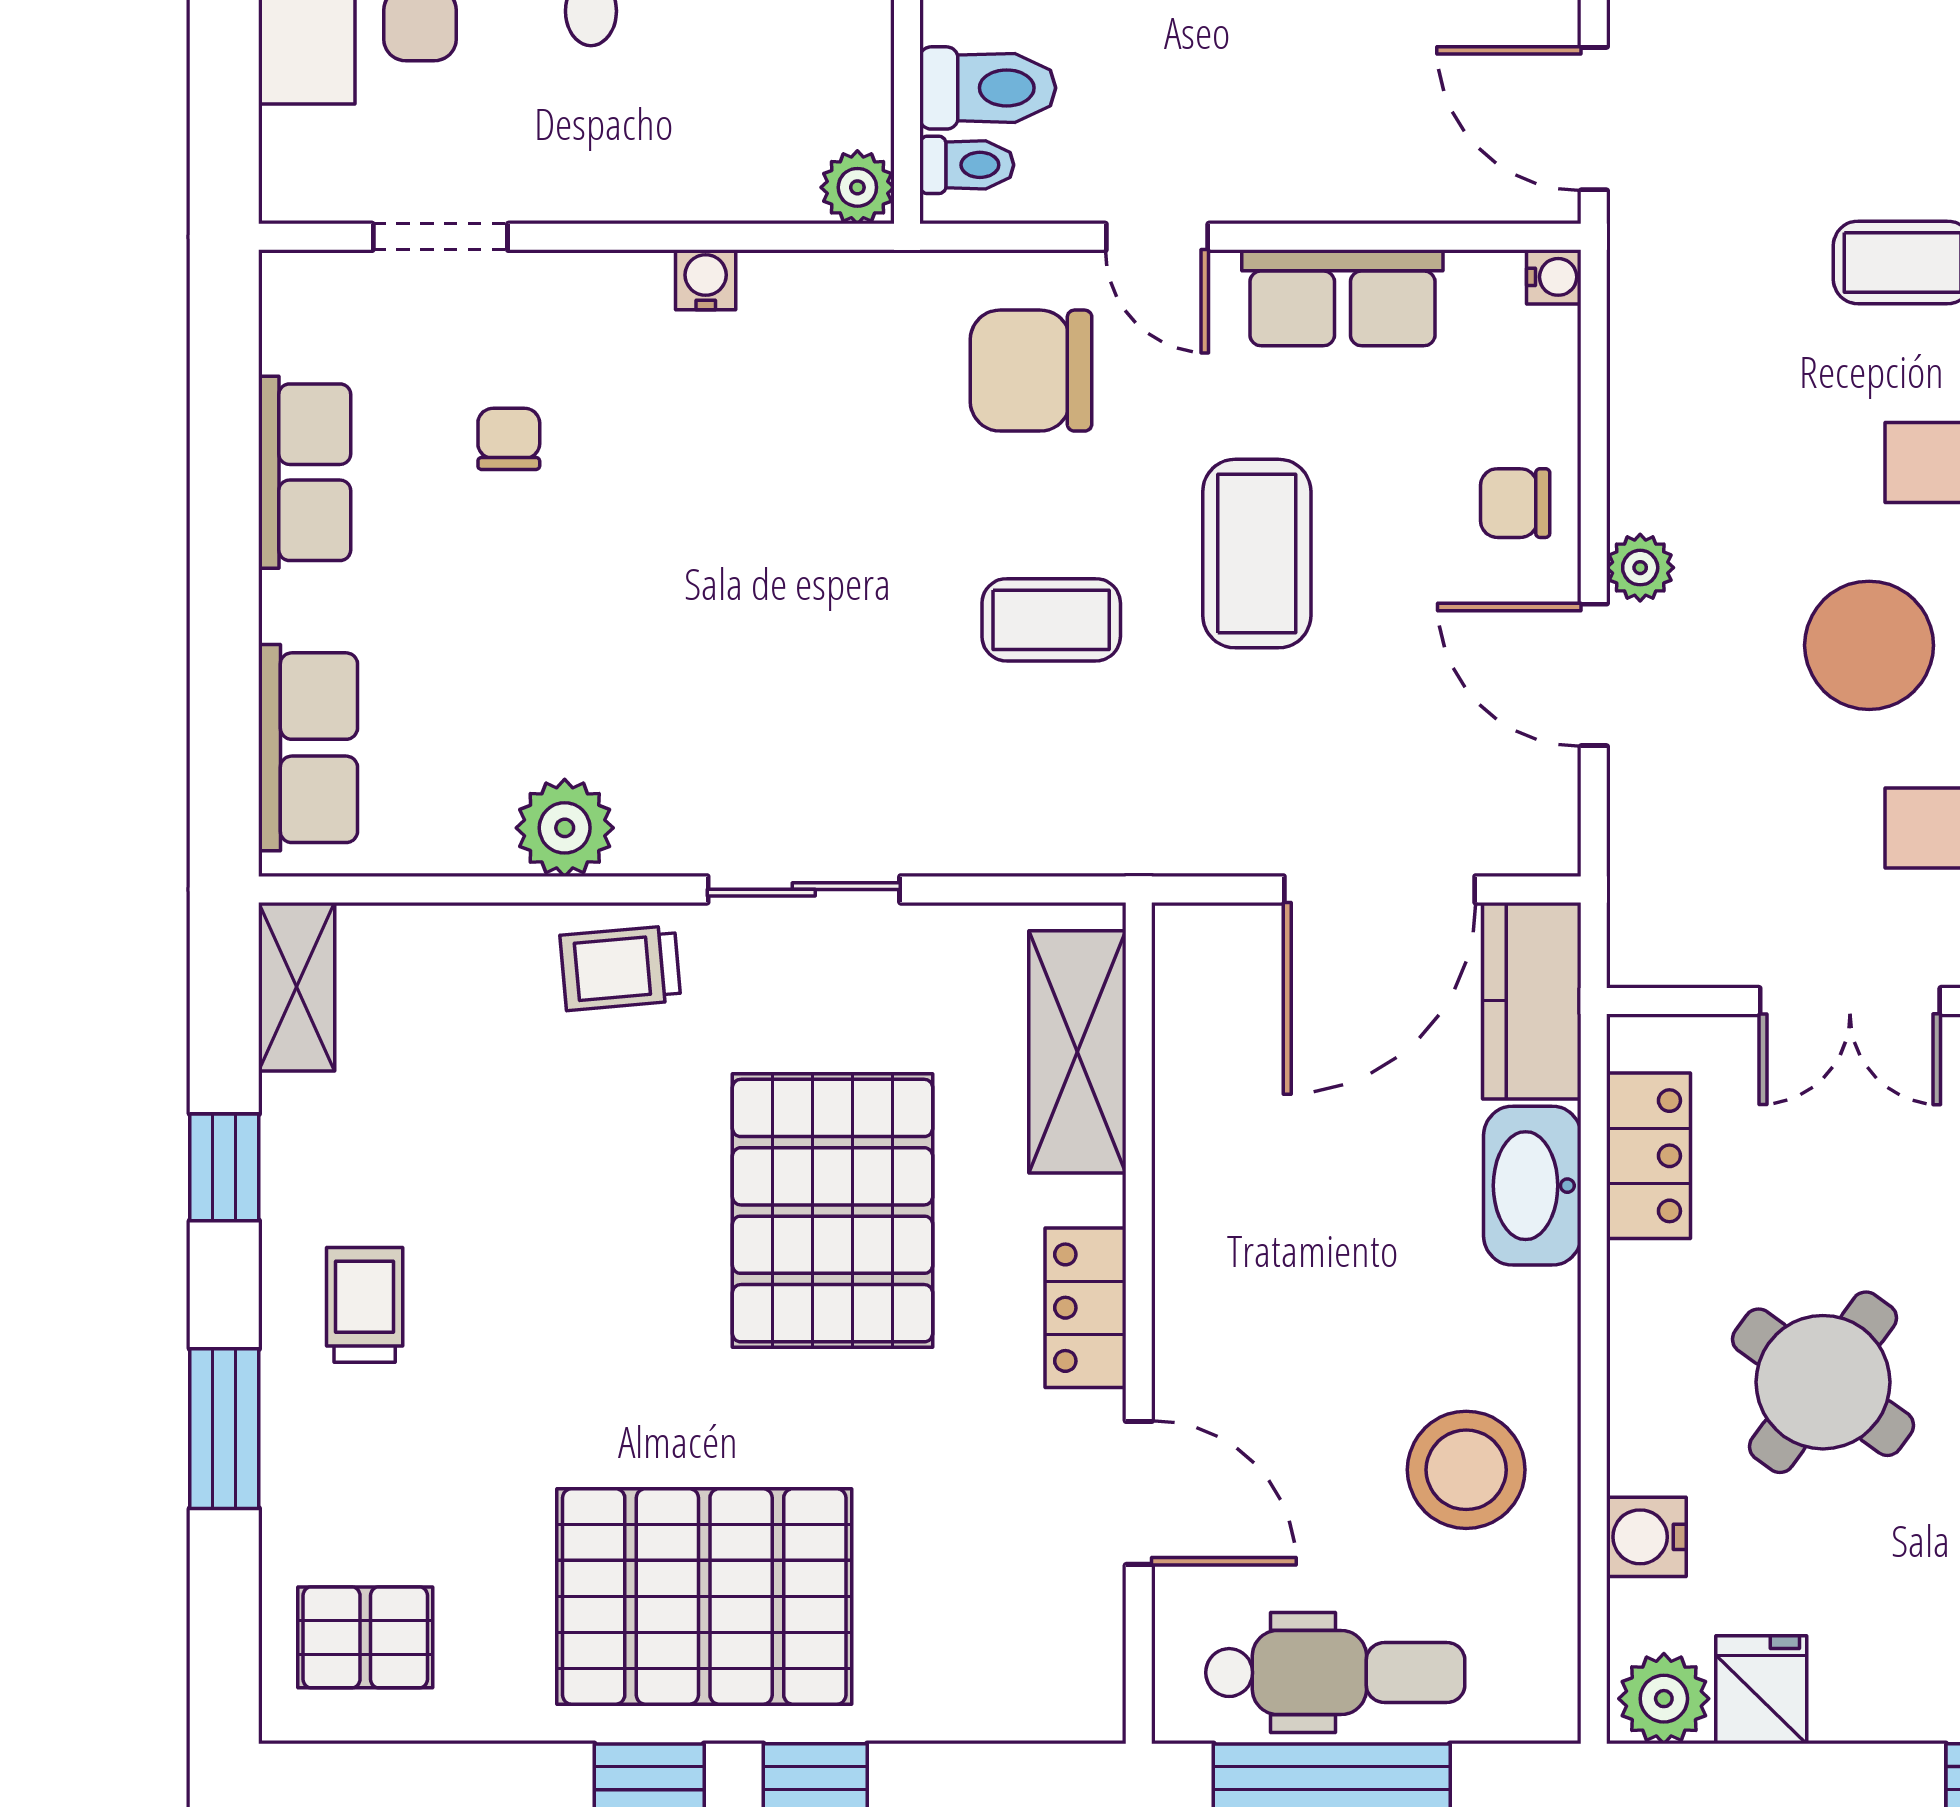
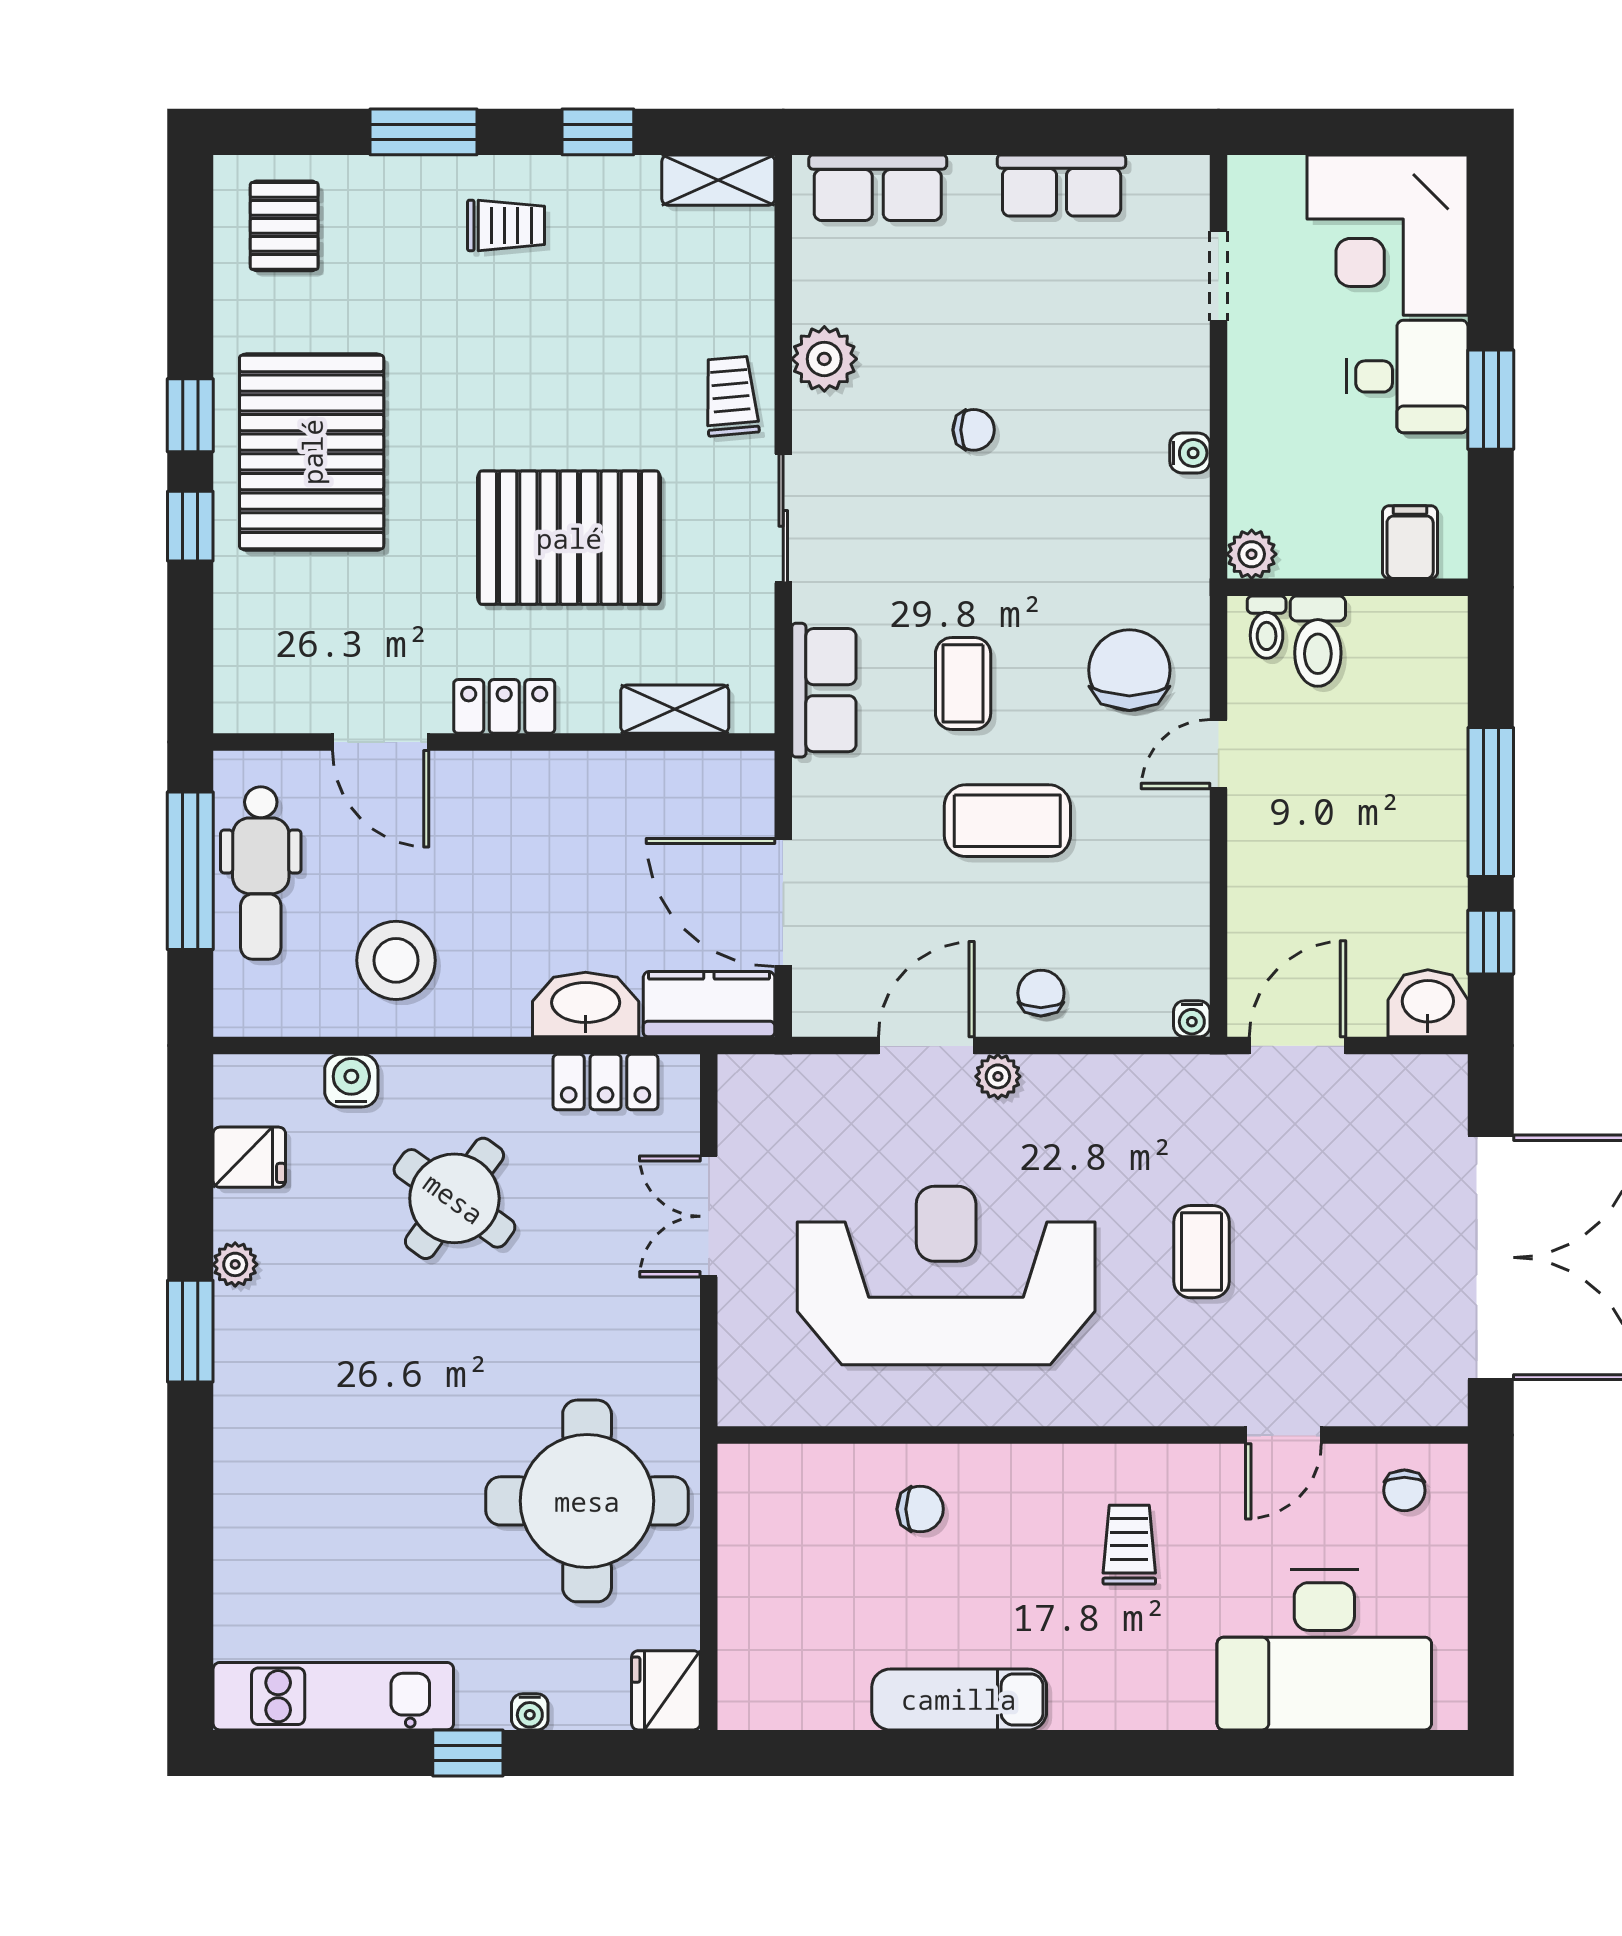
row of seats: (1342, 298) -> (824, 690), moved, turned 180
chair: (509, 439) -> (974, 430), moved
shelving: (1077, 1052) -> (675, 709), width x0.67, depth x0.75
door: (1139, 1493) -> (381, 742), hinge flipped
plant: (1664, 1699) -> (235, 1264), moved, width x0.73, depth x0.73

